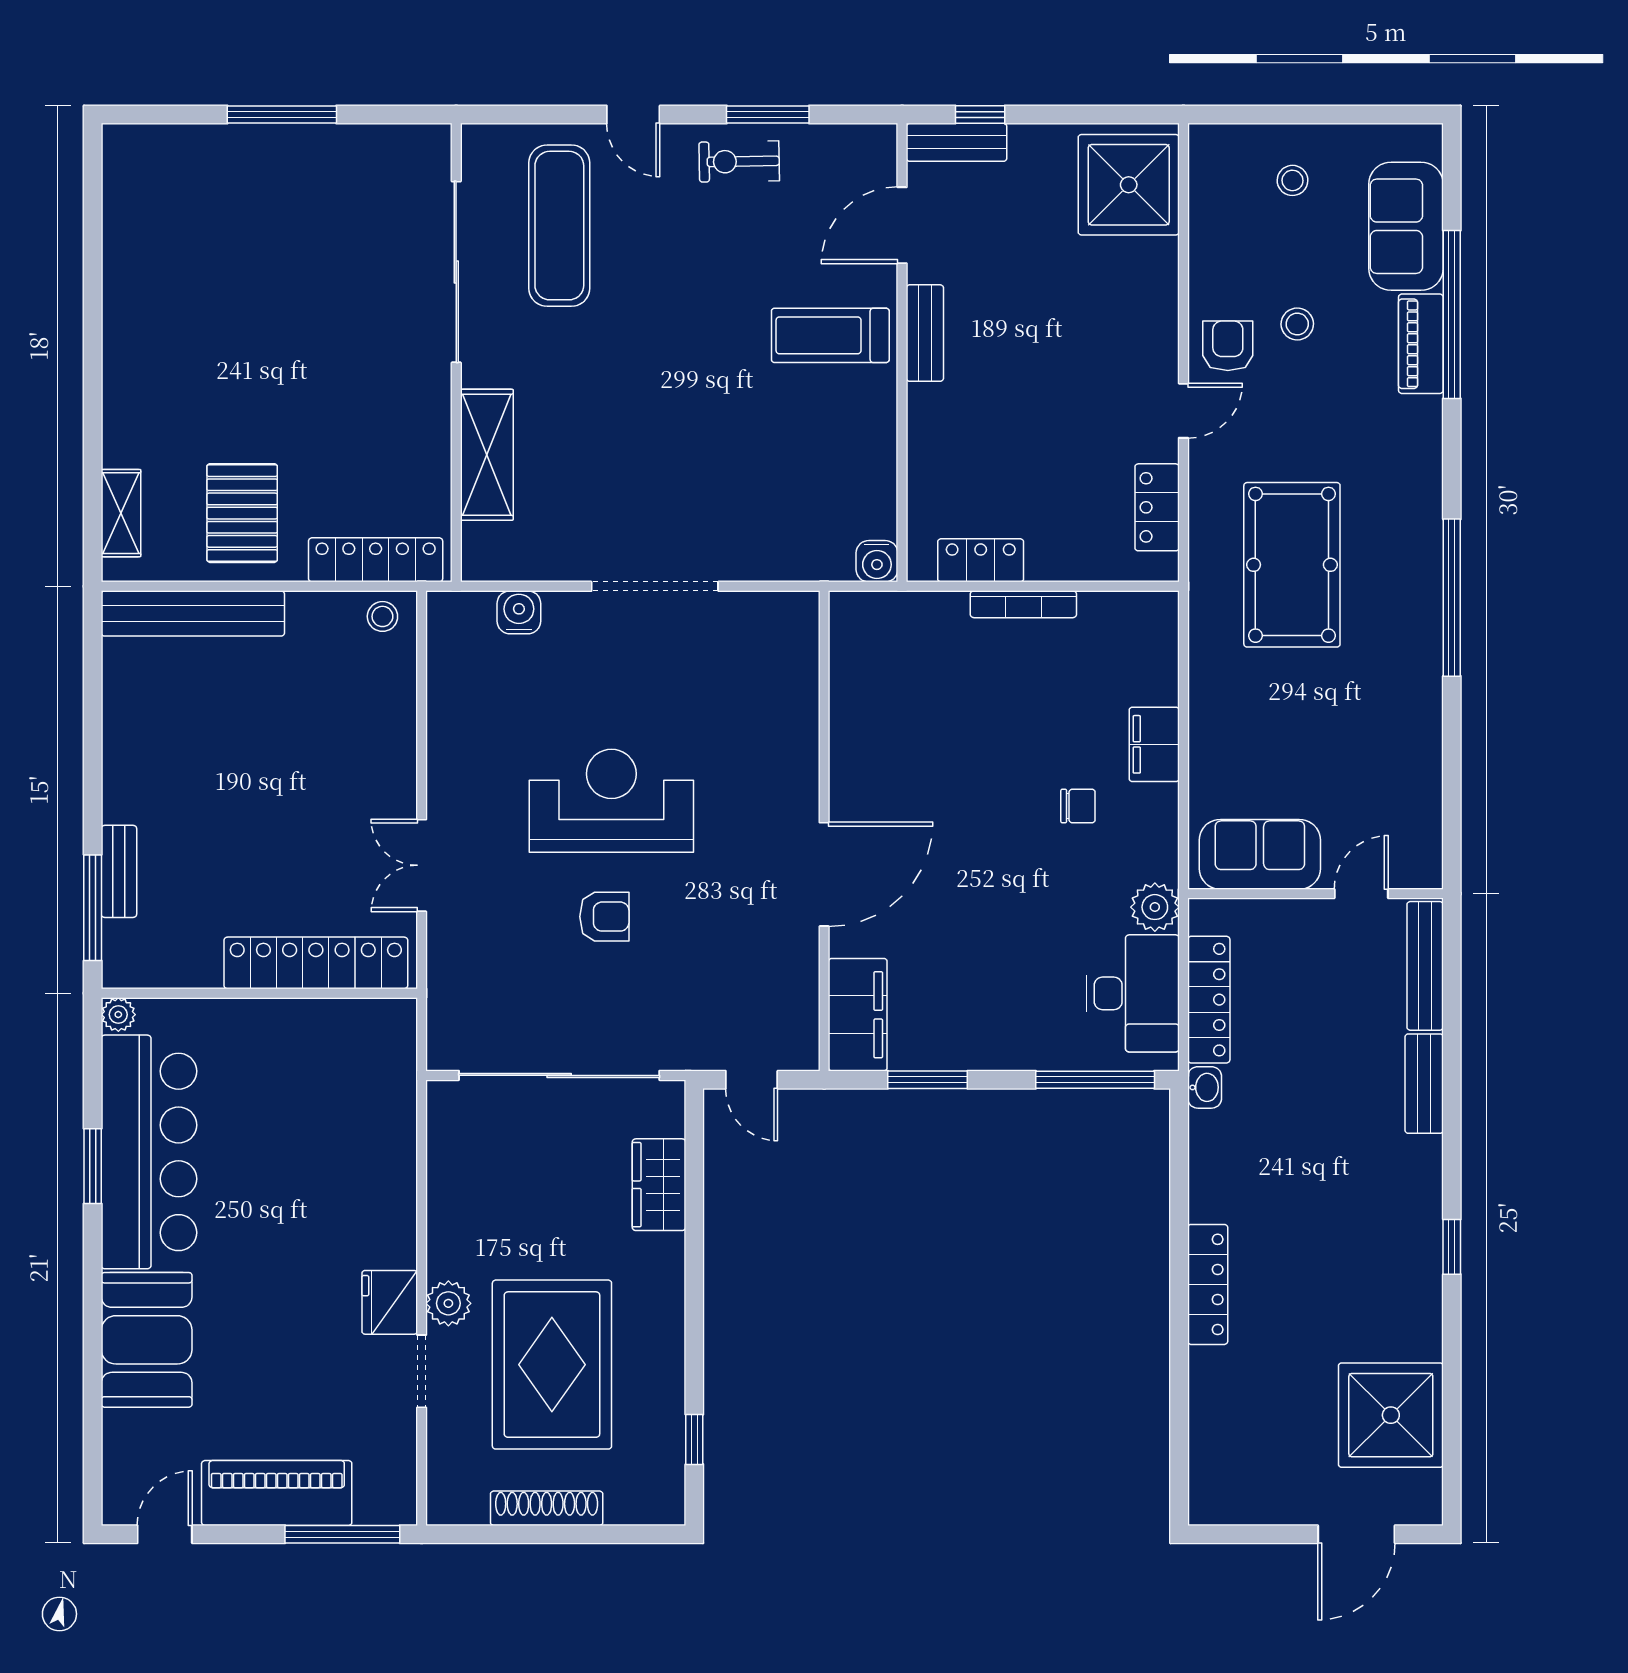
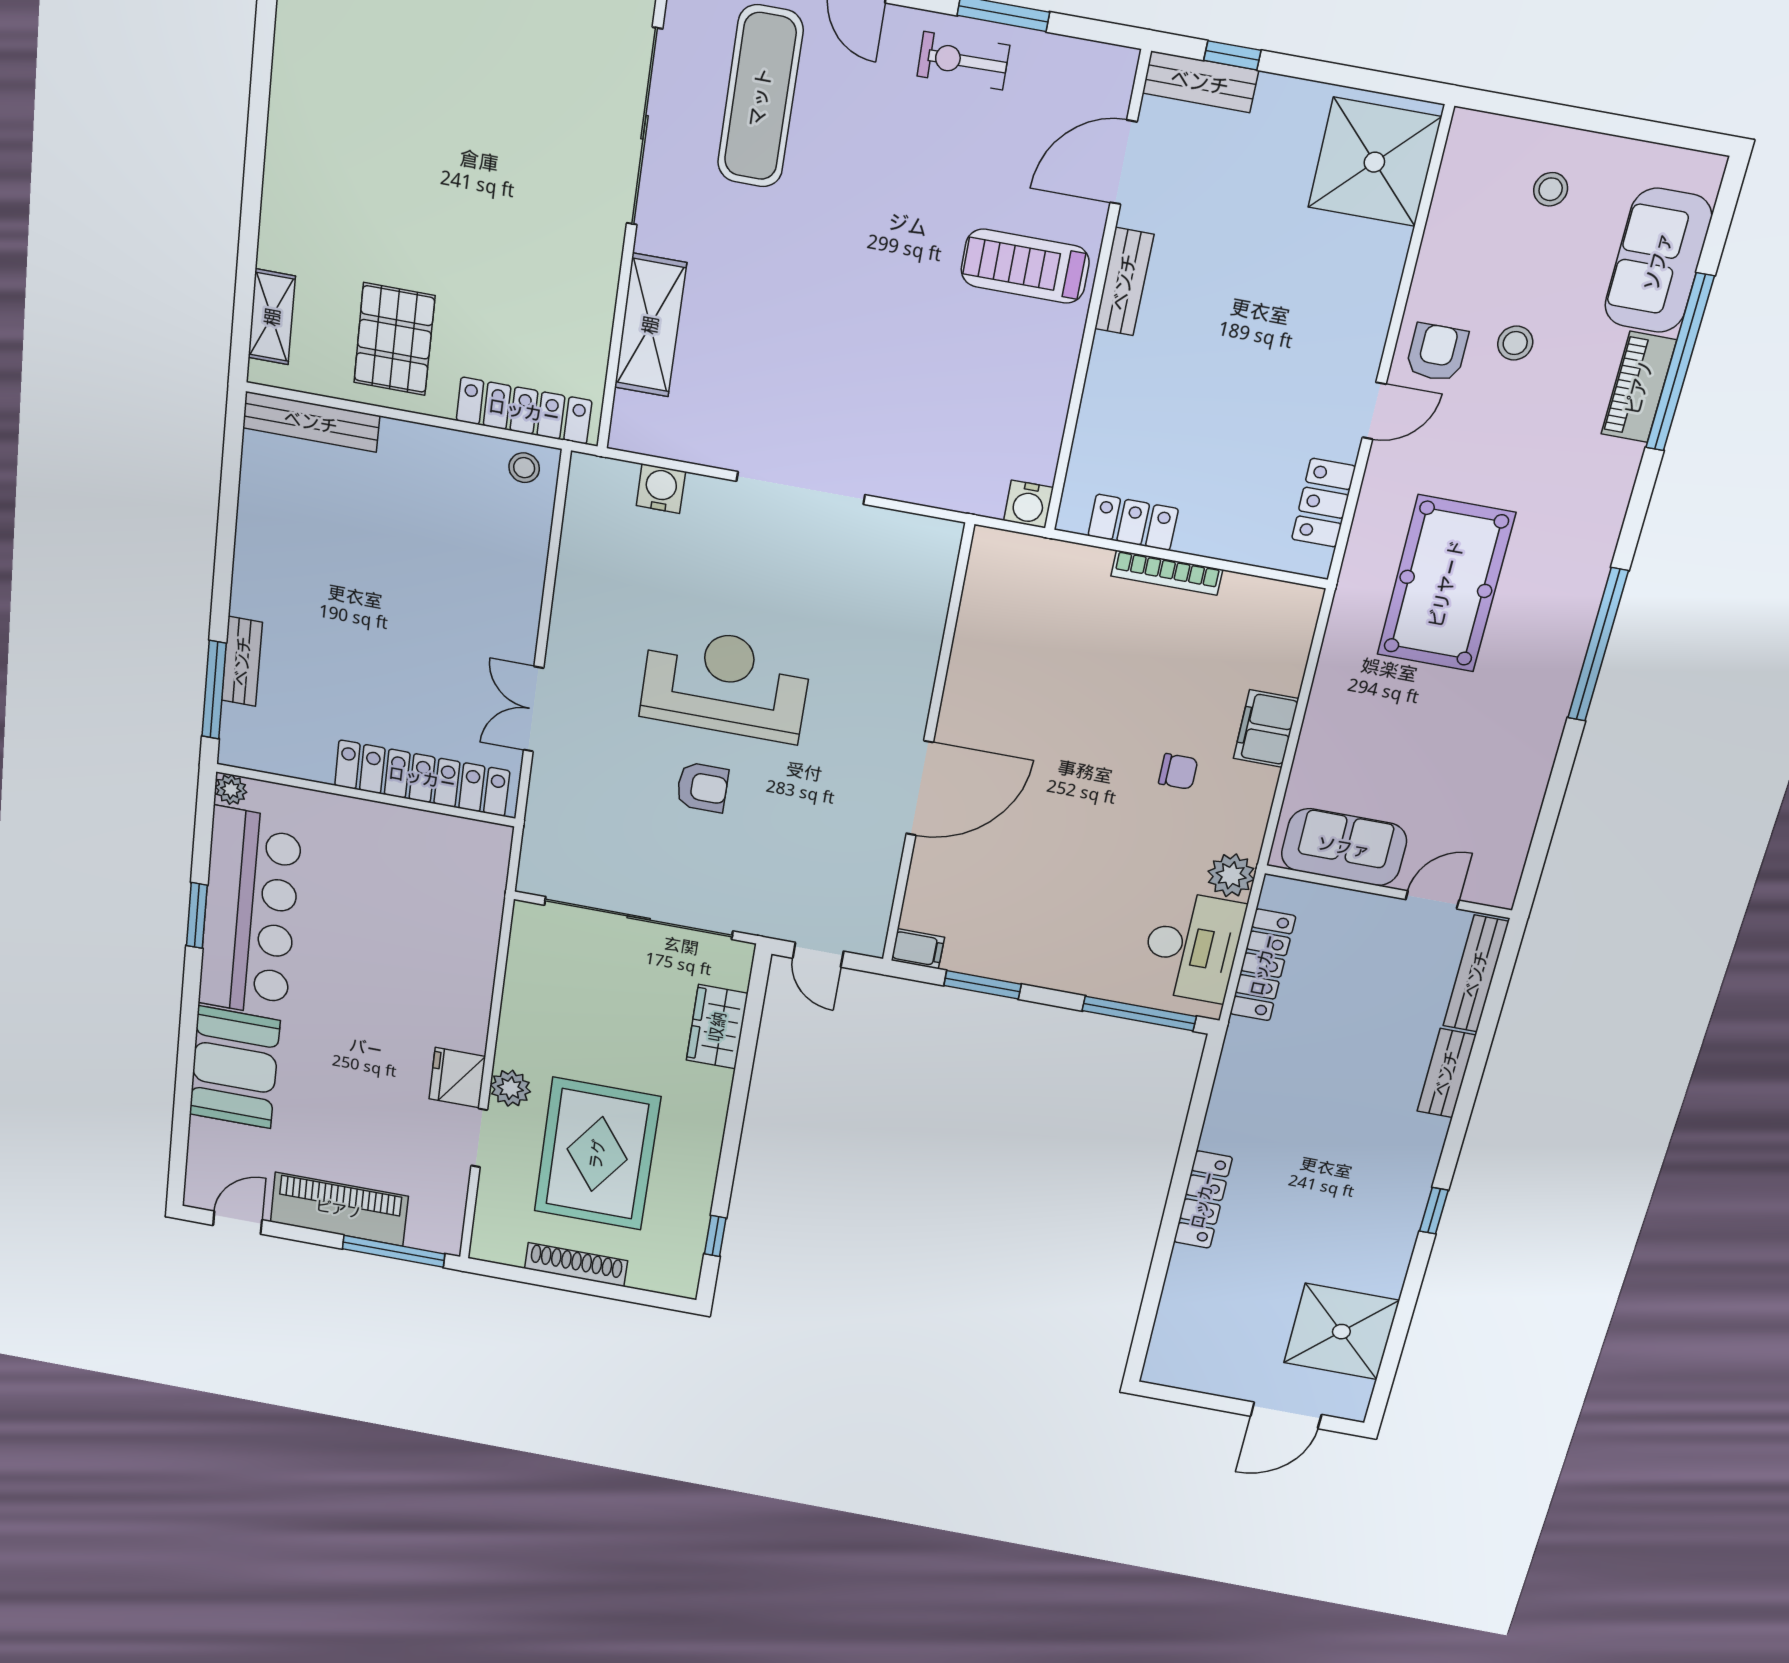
bench: (193, 613) -> (311, 422), width x0.73, depth x0.82
filing cabinet: (858, 1015) -> (918, 949), width x0.33, depth x0.86
washbasin: (1205, 1087) -> (1240, 1039), removed

